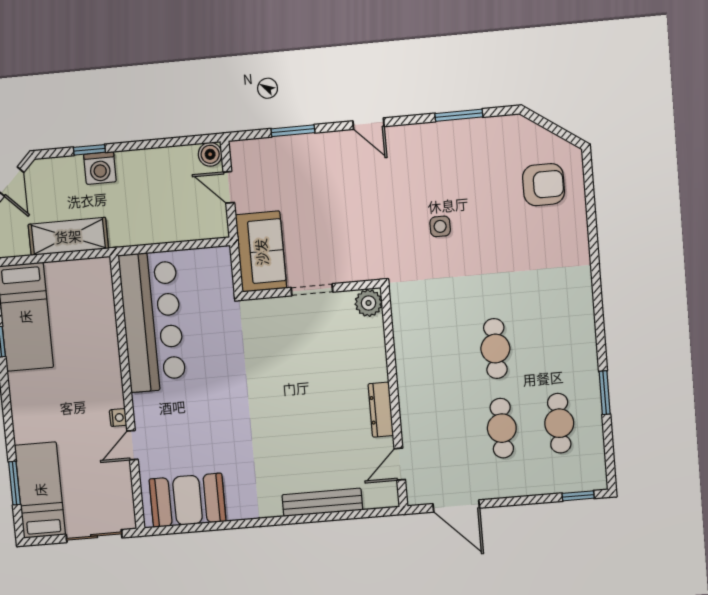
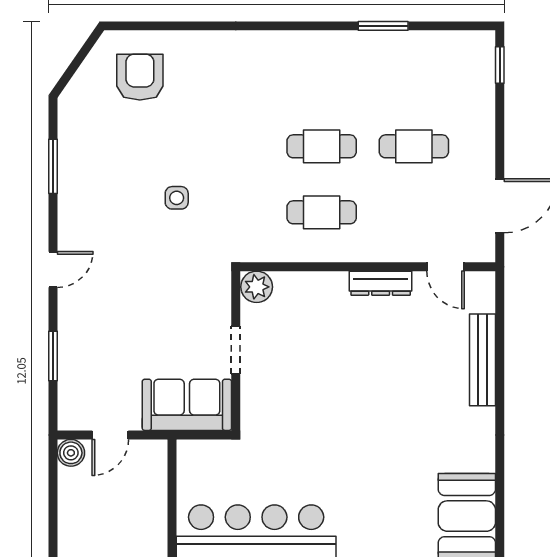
cafe table: (559, 423) -> (322, 212), moved

